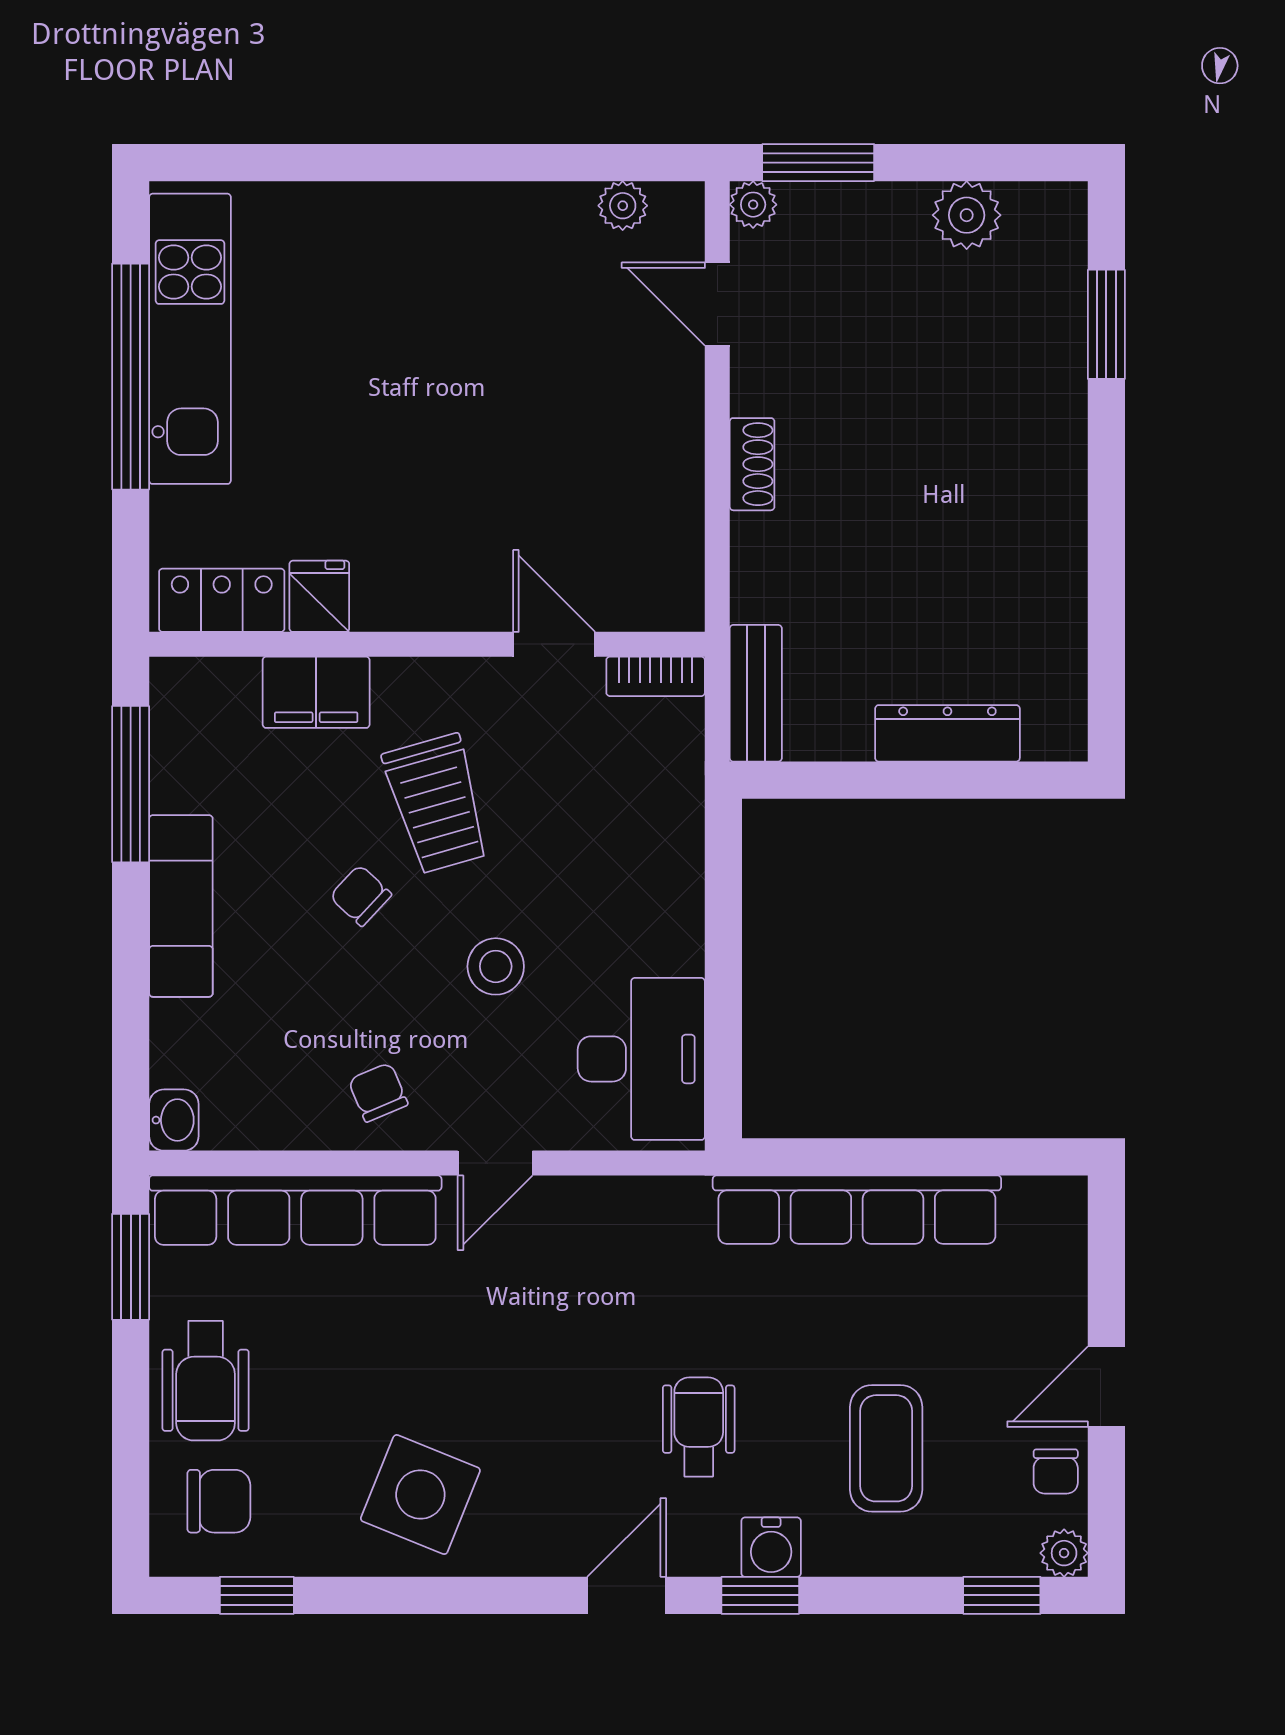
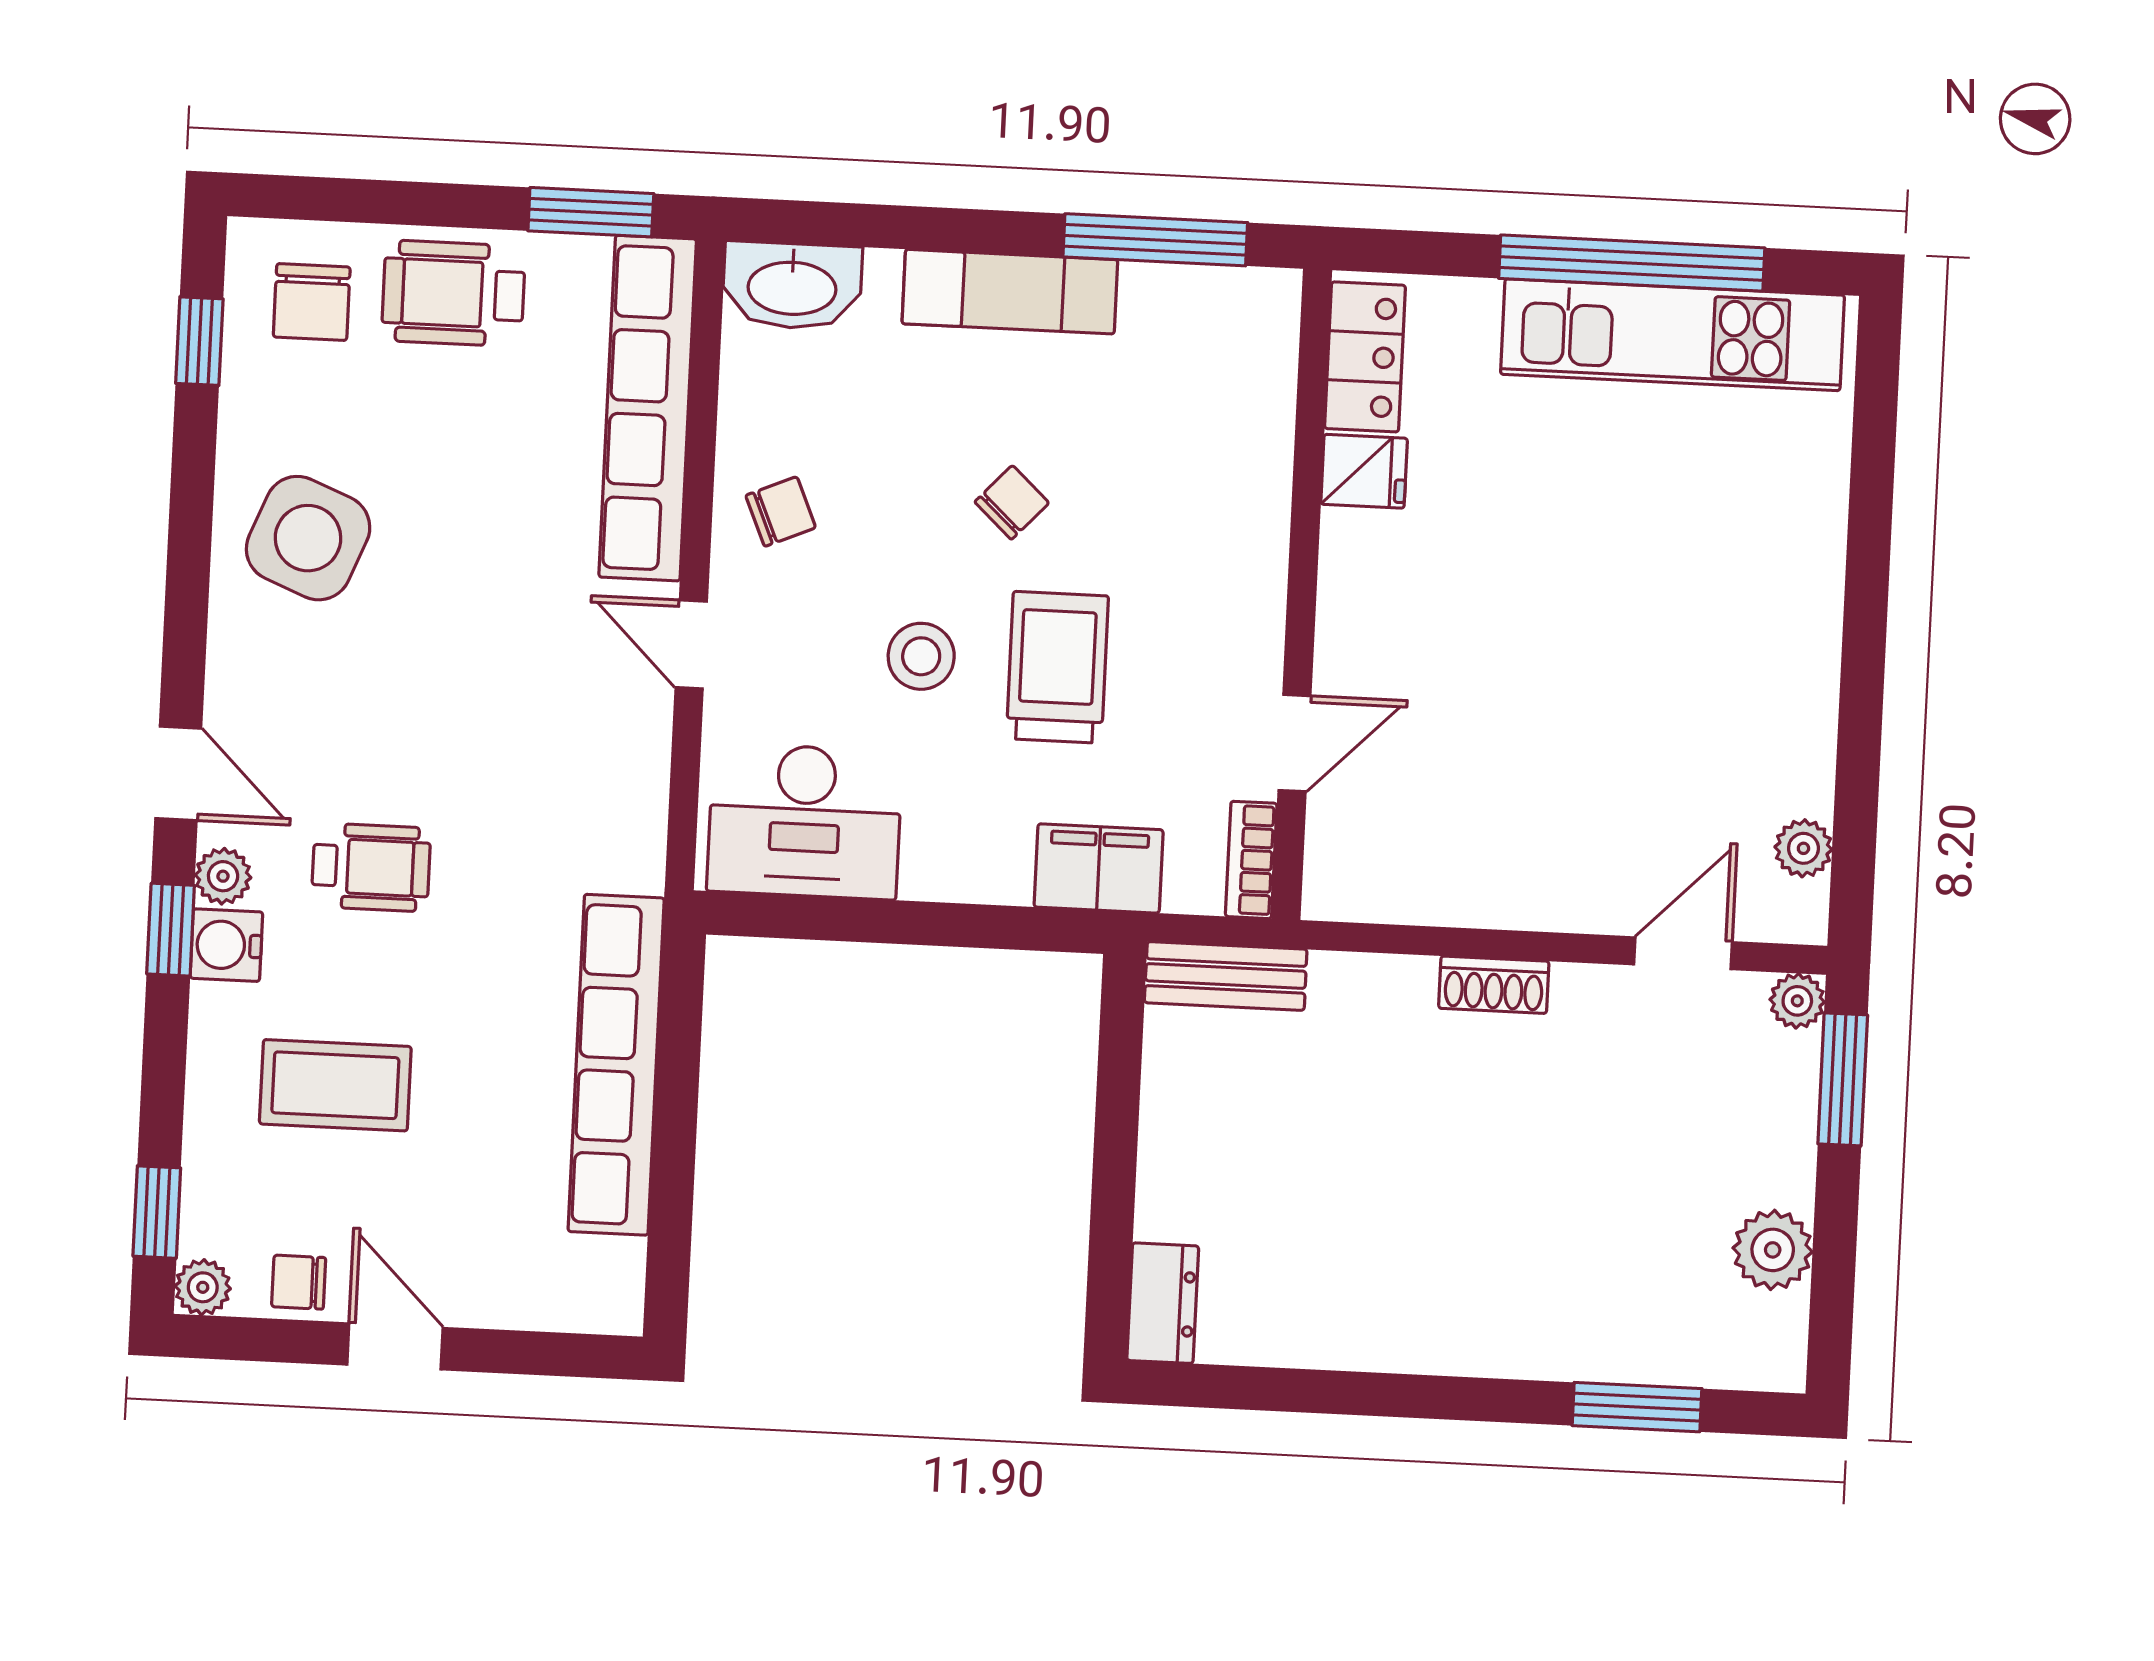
filing cabinet: (316, 692) -> (1099, 868), moved, turned 90
dresser: (947, 733) -> (1163, 1303), moved, width x0.70
trolley: (437, 804) -> (1057, 667), moved, turned 106
washbasin: (174, 1120) -> (792, 286), width x1.91, depth x1.45
plant: (712, 1553) -> (223, 876), added

